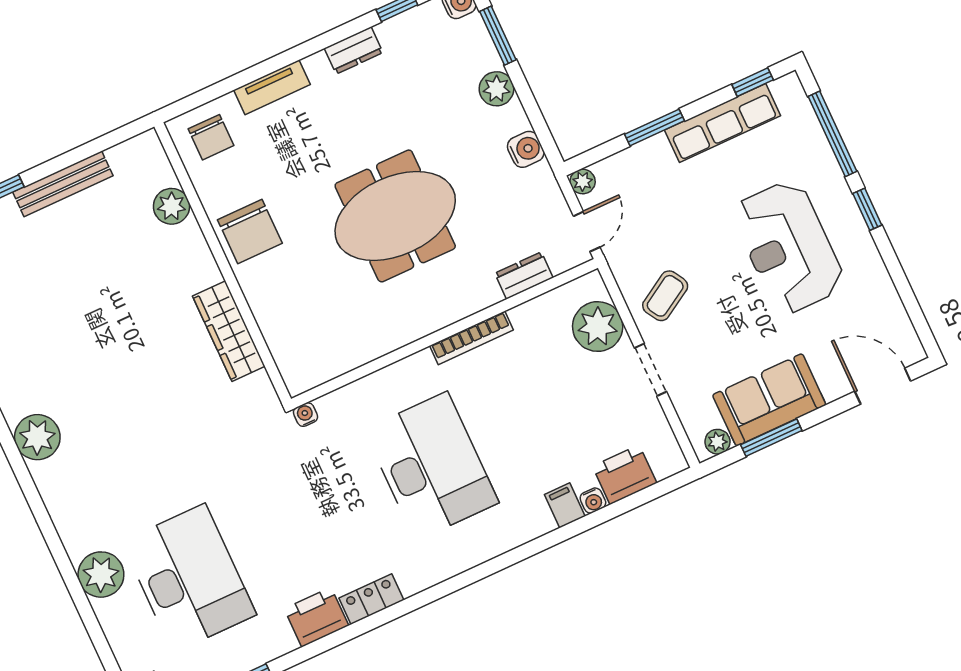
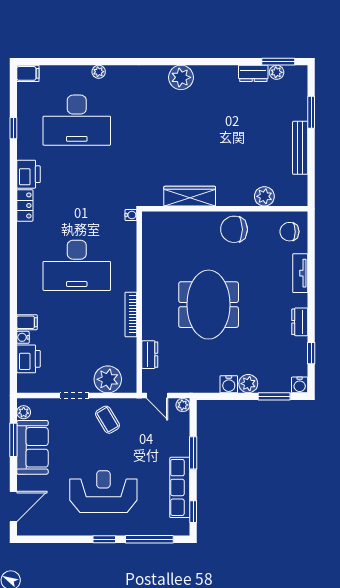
water cooler: (526, 149) -> (229, 384), moved
plant: (101, 575) -> (99, 72), width x0.53, depth x0.53

